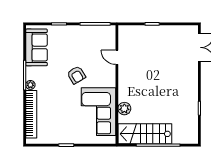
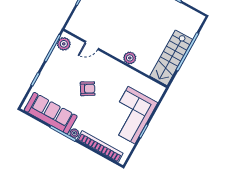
plant: (104, 32) -> (64, 44), added
sofa: (36, 47) -> (51, 113), width x1.36
plant: (124, 109) -> (130, 58), moved
corner sofa: (98, 112) -> (132, 115), moved, turned 90

